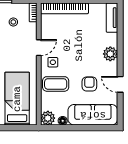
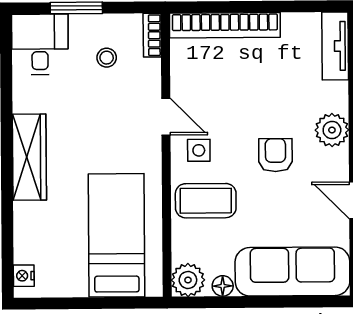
door: (39, 48) -> (166, 117), hinge flipped
armchair: (89, 84) -> (275, 155), moved

